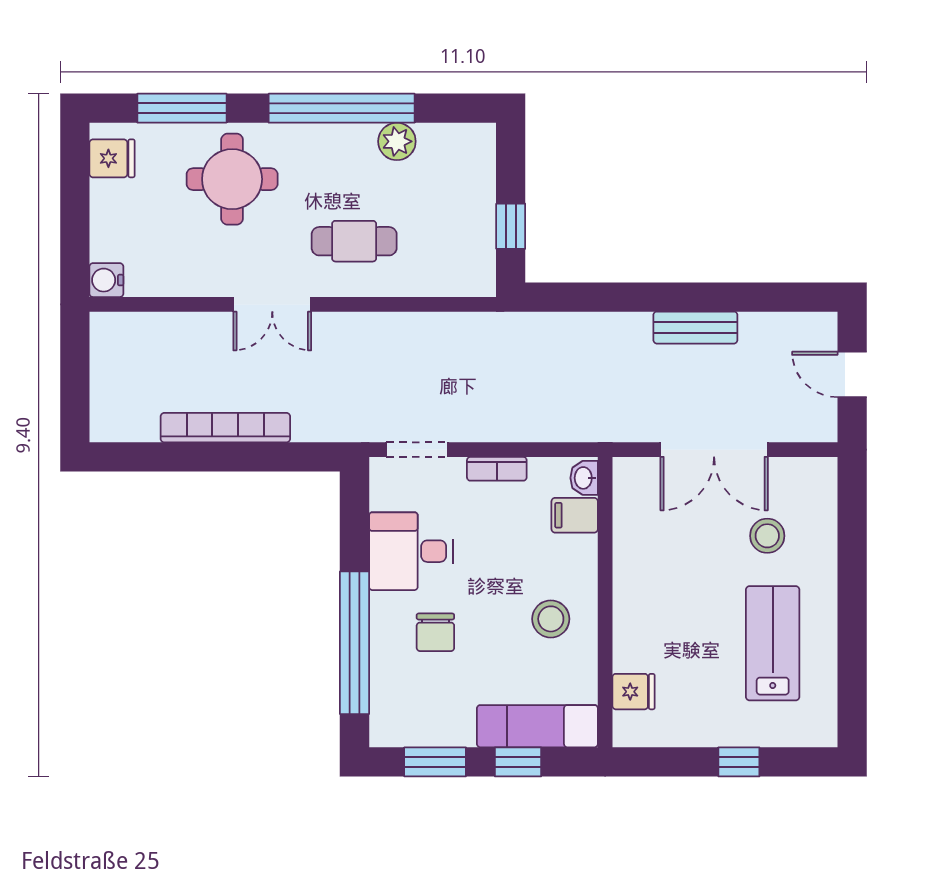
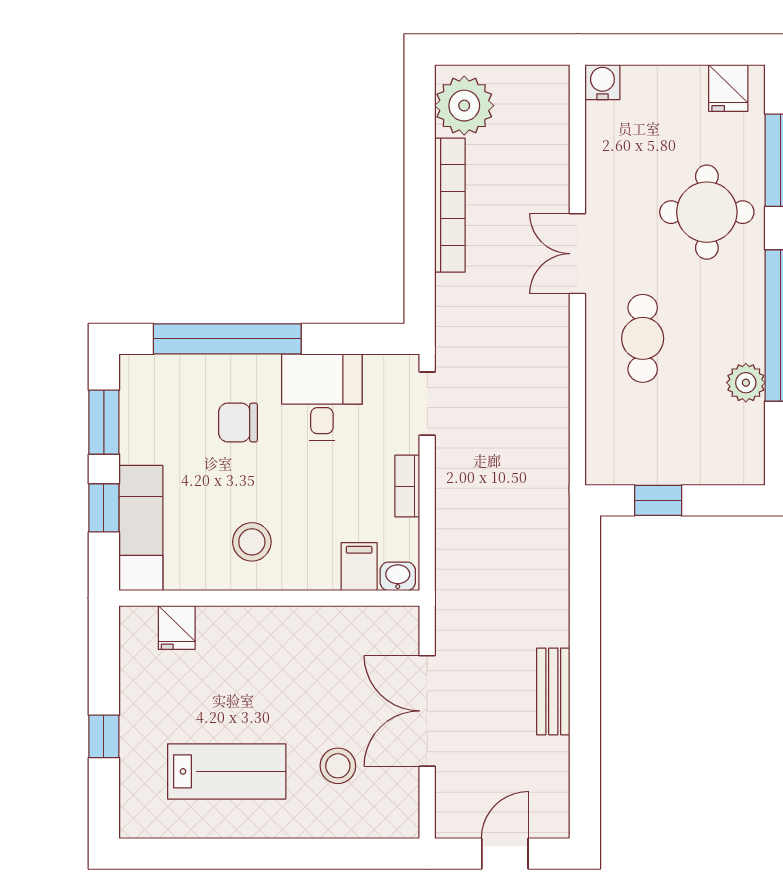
plant: (129, 414) -> (464, 106), added

